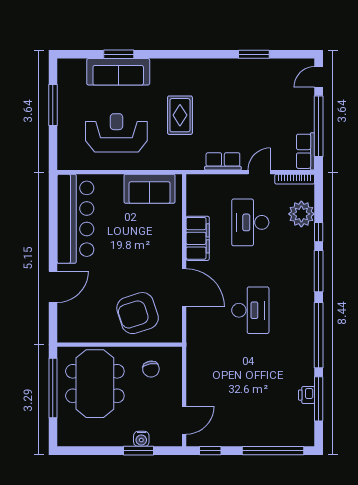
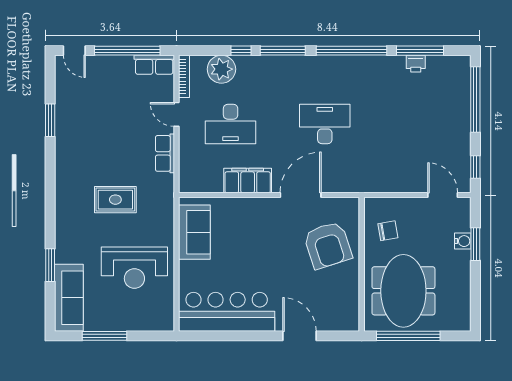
sofa: (118, 72) -> (69, 298), moved
reception desk: (116, 133) -> (134, 268), turned -90
meeting table: (95, 384) -> (403, 291), turned 90

